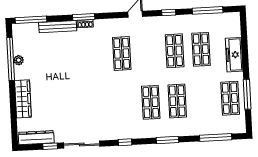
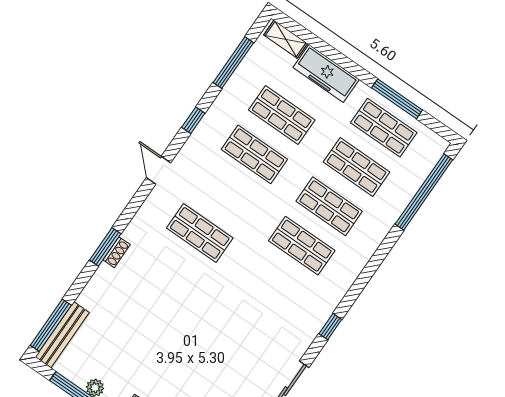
shelving: (235, 25) -> (286, 39), added
bench: (58, 27) -> (62, 335), moved
shop shelf: (204, 100) -> (356, 167), added
window: (216, 138) -> (424, 192), width x1.46
window: (167, 140) -> (374, 264), removed

